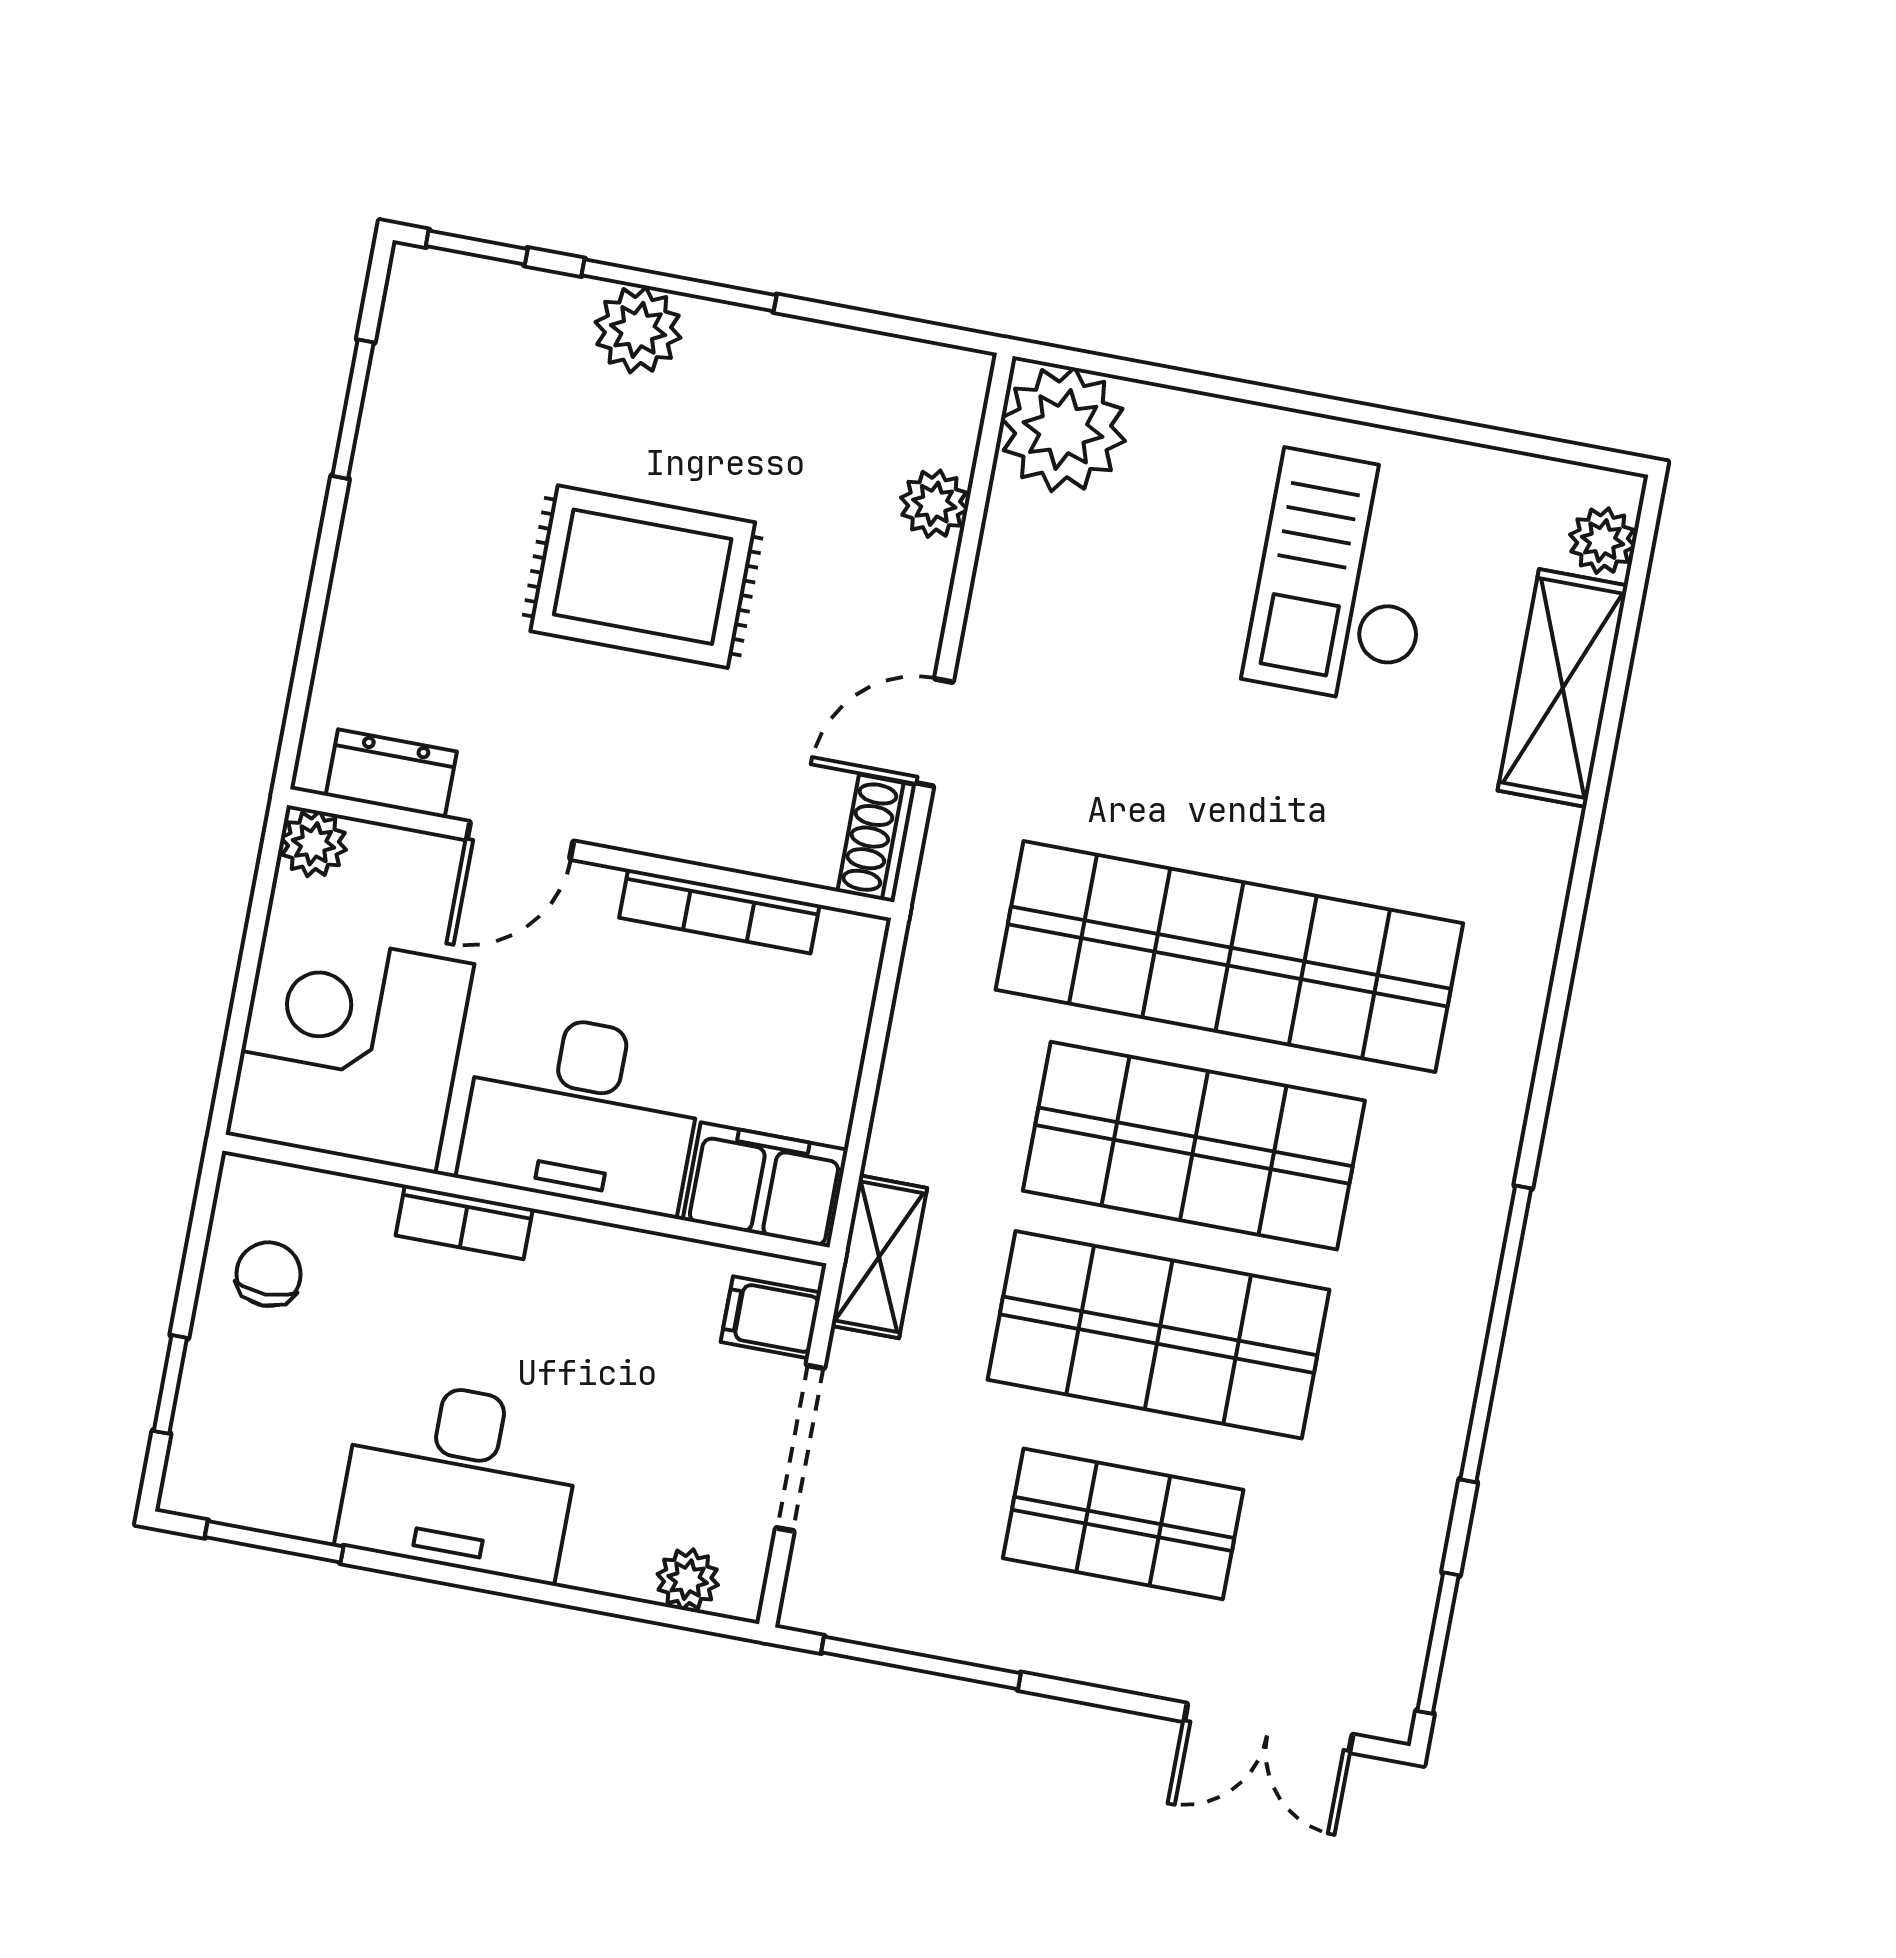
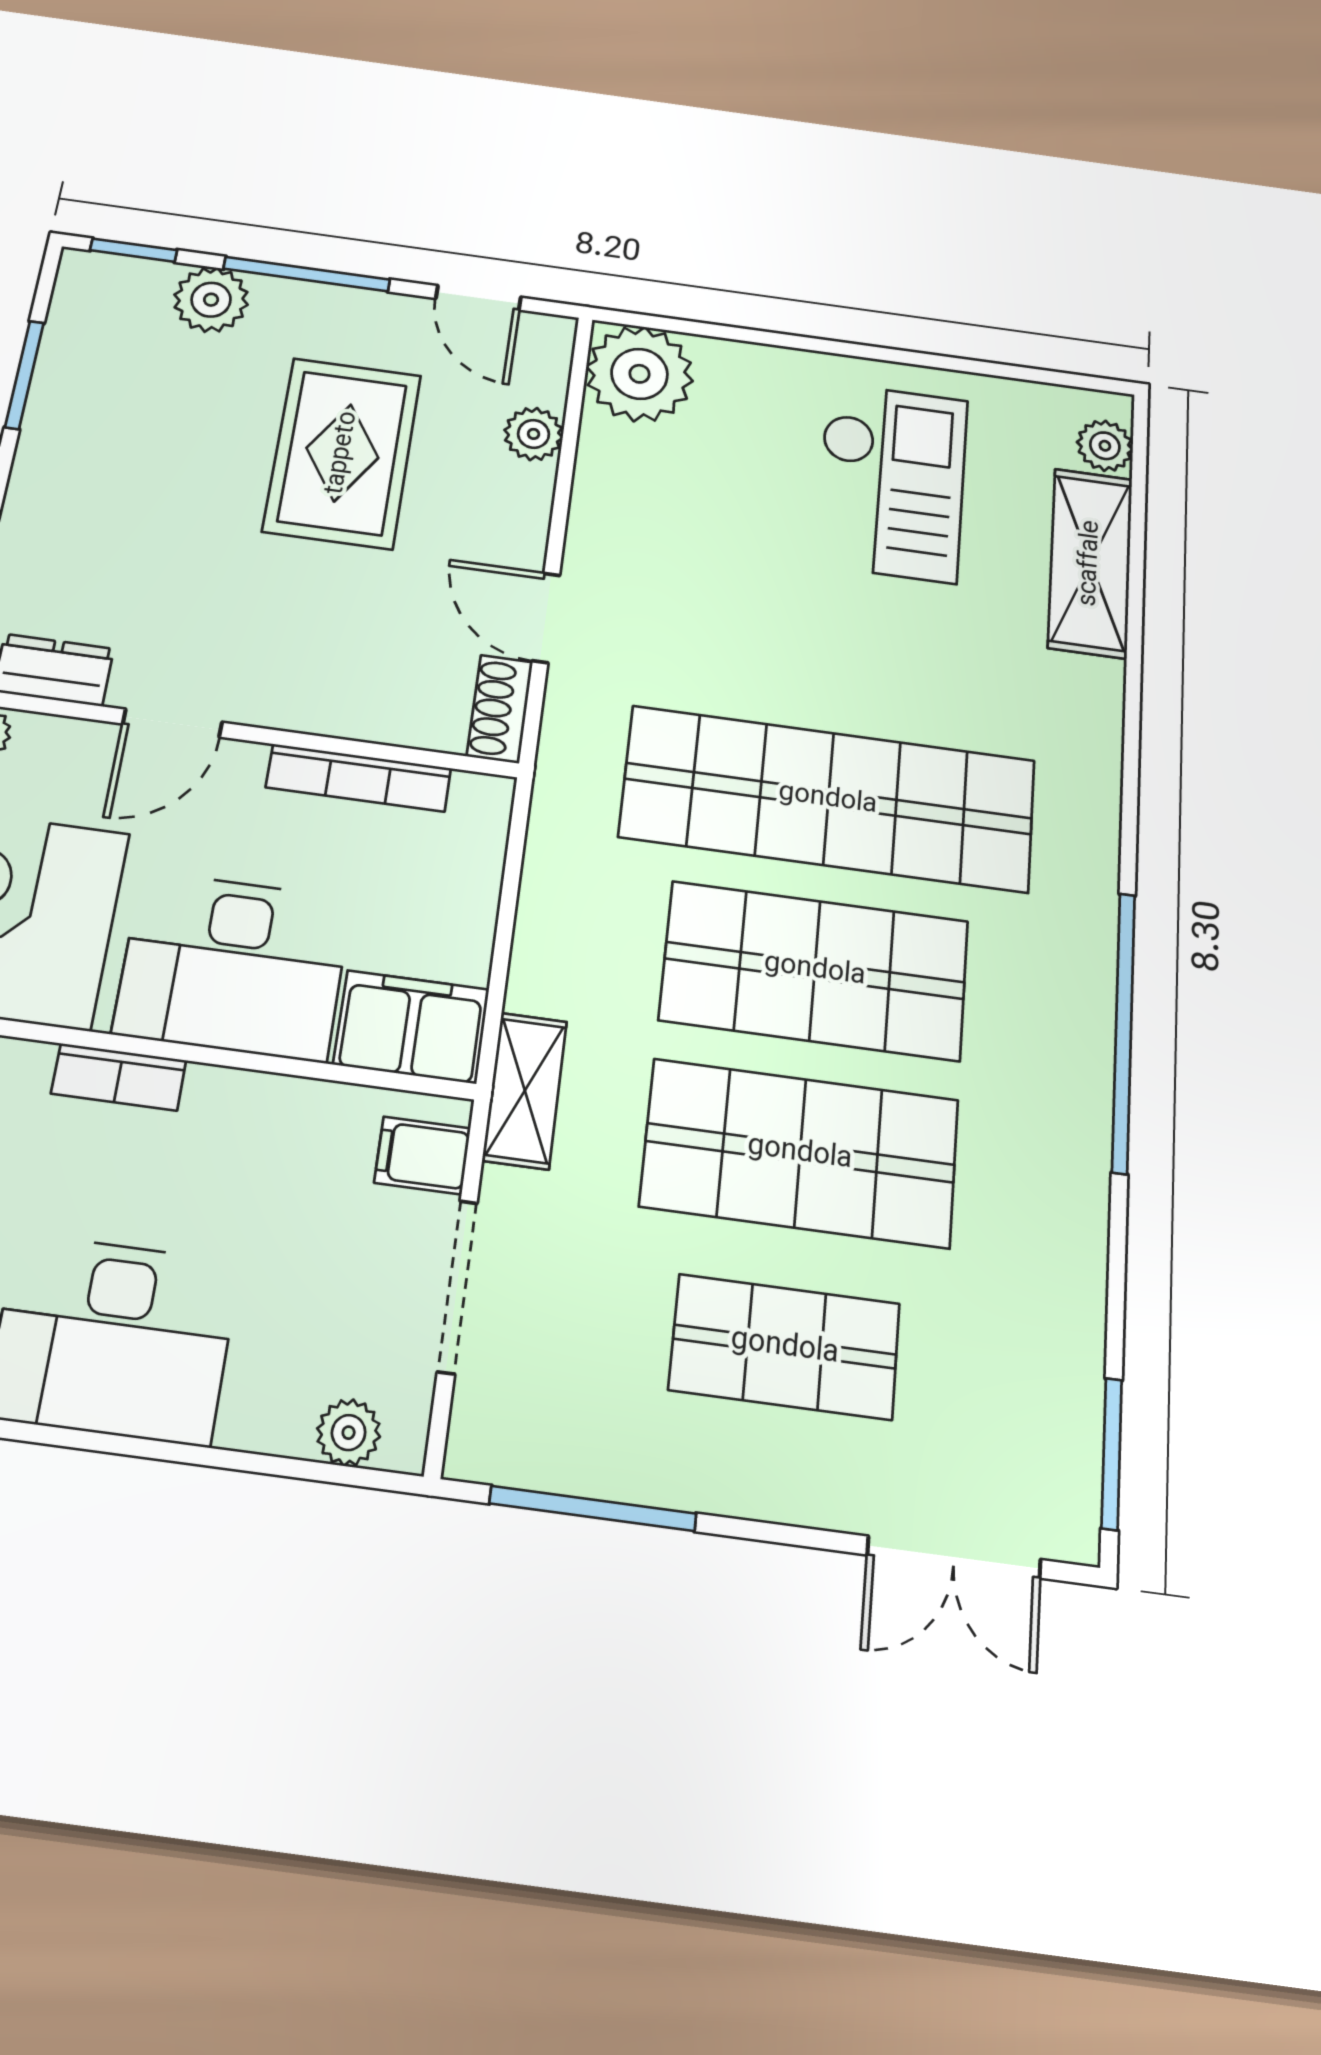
door: (880, 323) -> (478, 298), added
plant: (638, 330) -> (211, 300), moved
rug: (643, 577) -> (342, 453), moved, turned 90
checkout: (1344, 578) -> (891, 482), turned 180
door: (934, 733) -> (546, 618), hinge flipped
window: (1496, 1334) -> (1123, 1031), moved

